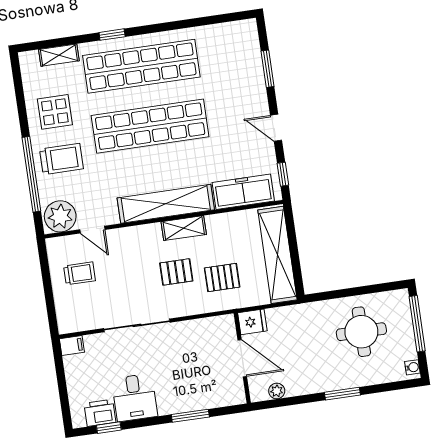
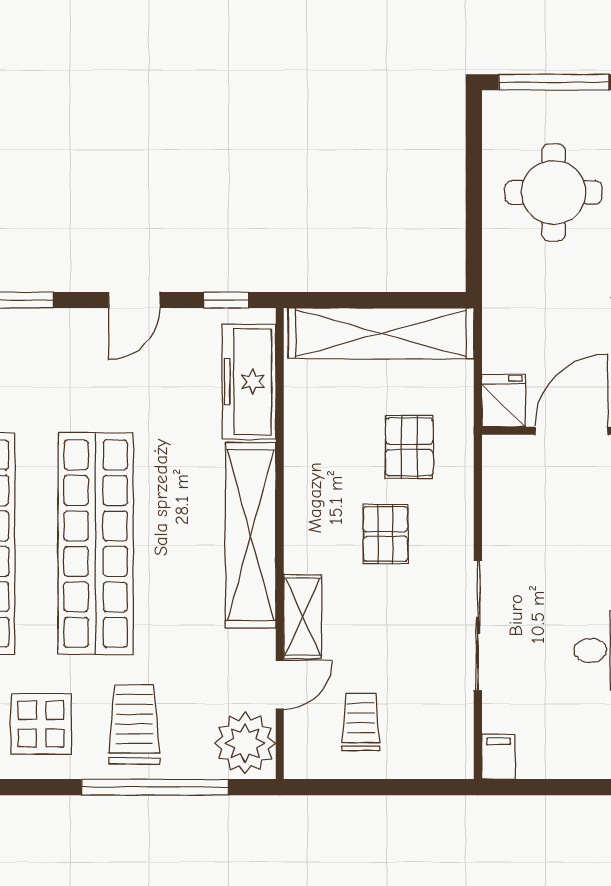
shelving: (184, 228) -> (303, 617), moved

